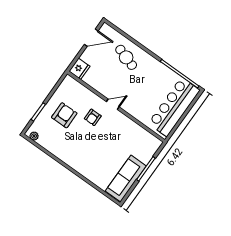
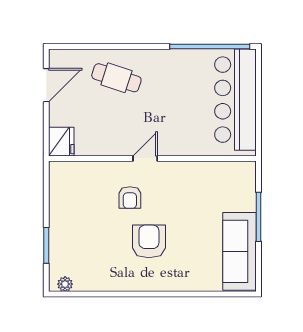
armchair: (64, 115) -> (149, 241), moved

